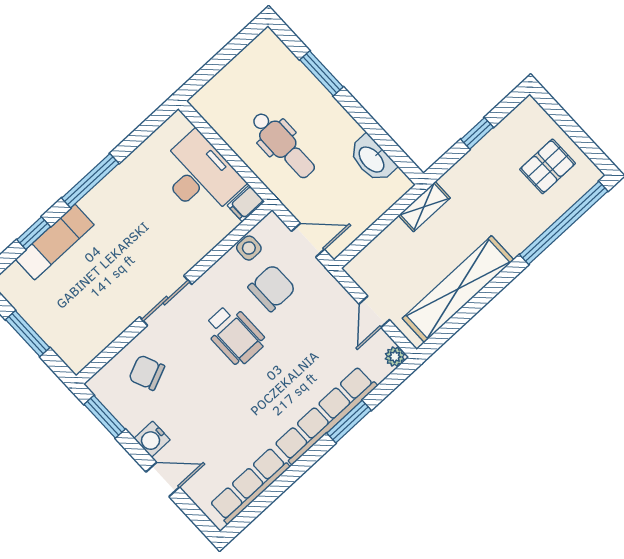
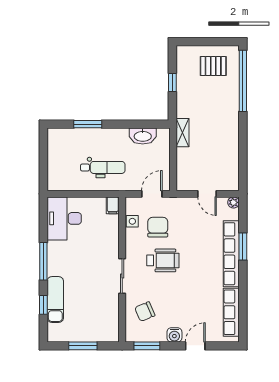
pallet: (548, 166) -> (213, 66), turned 90
desk: (200, 176) -> (64, 218), moved, turned -90
shelving: (458, 289) -> (230, 150), removed

